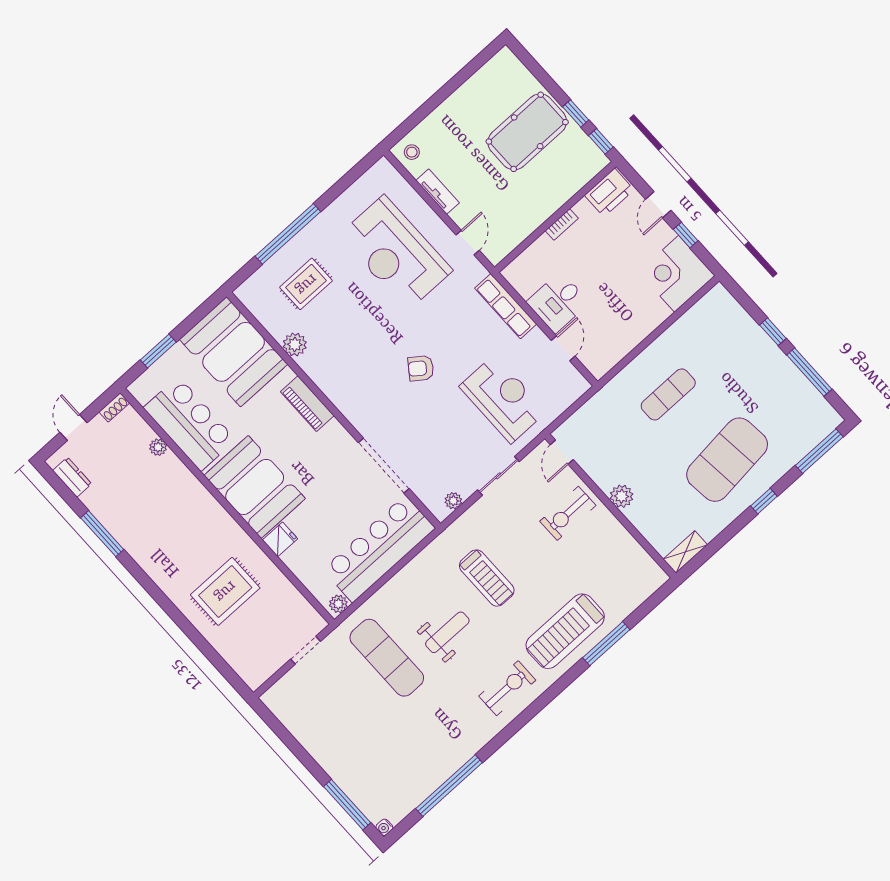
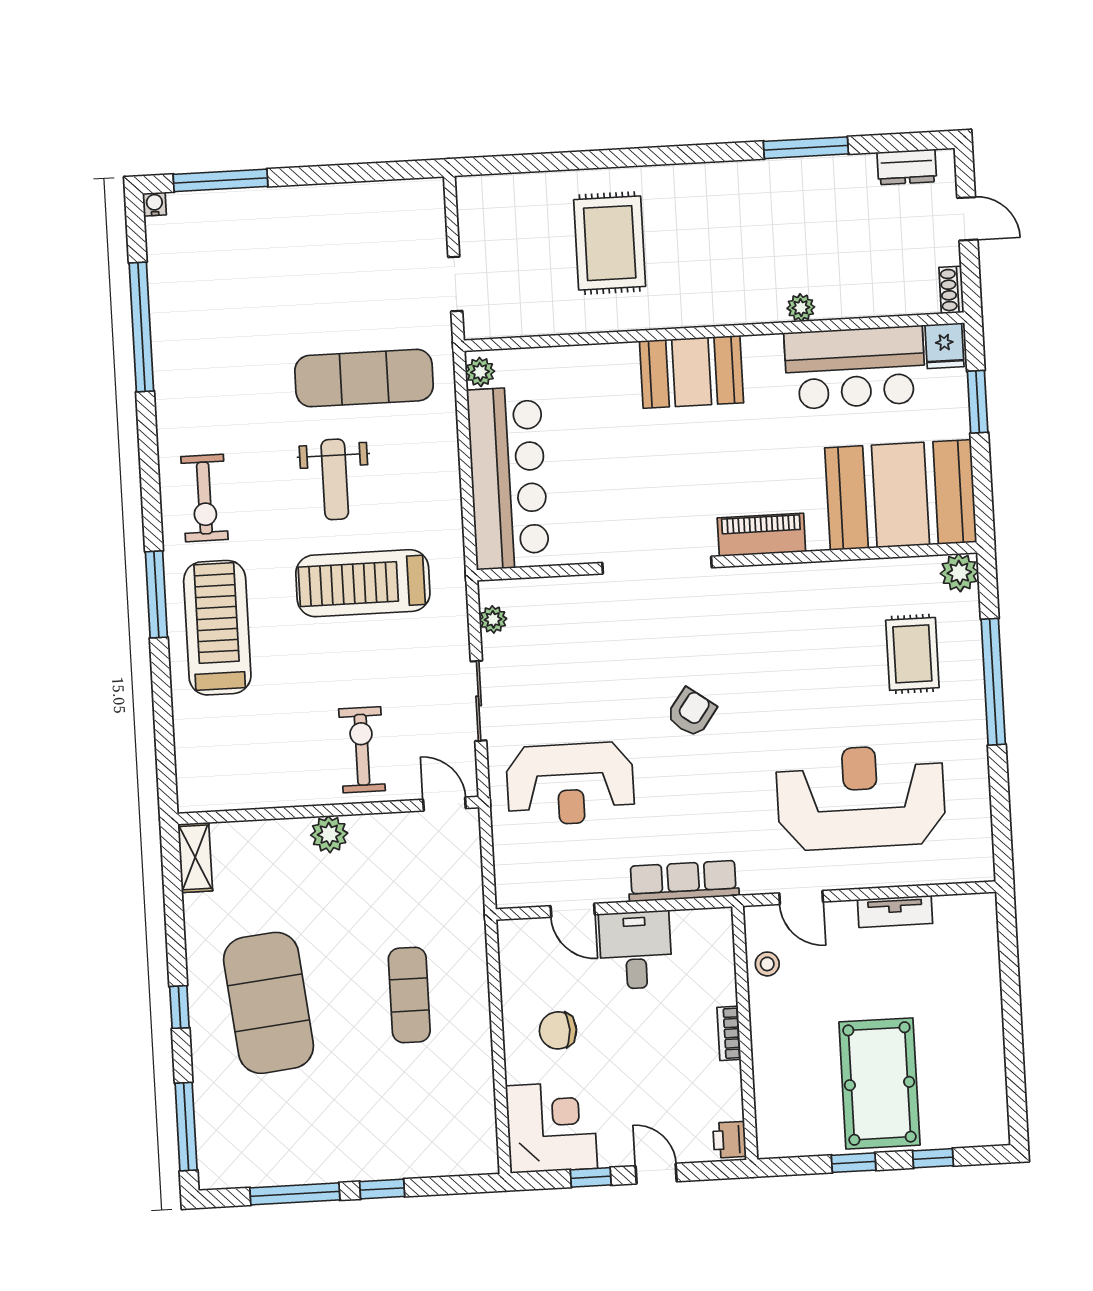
window: (601, 141) -> (933, 1158), moved
stool: (412, 152) -> (767, 964), moved
printer: (609, 193) -> (730, 1140), width x0.53, depth x0.68
chair: (627, 308) -> (558, 1030), added
plant: (295, 345) -> (959, 573), moved
plant: (158, 447) -> (801, 308), moved
doorway: (384, 466) -> (657, 565), moved
booth: (255, 487) -> (692, 372), width x0.73, depth x0.70
fridge: (280, 539) -> (944, 346), moved
treadmill: (487, 578) -> (363, 583), width x1.37, depth x1.38
window: (606, 644) -> (156, 594), moved

